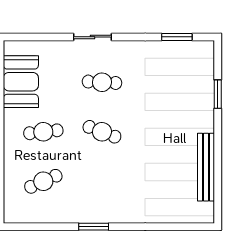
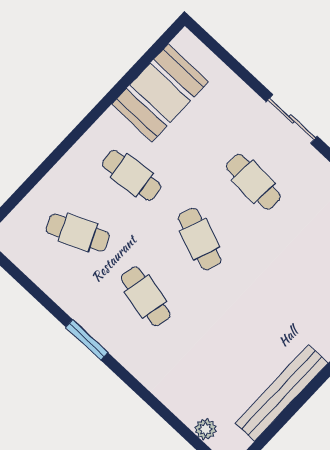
cafe table: (102, 181) -> (146, 296), added
plant: (187, 216) -> (206, 429), added

